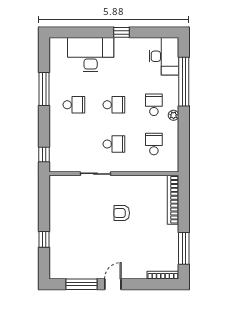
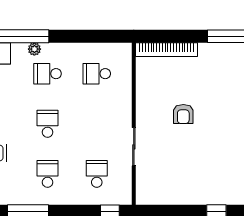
plant: (174, 115) -> (34, 49), moved
school desk: (114, 144) -> (97, 174), moved

